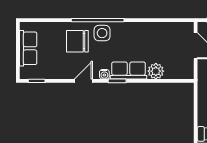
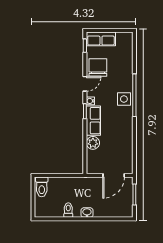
chair: (77, 41) -> (98, 67), moved
row of seats: (28, 48) -> (101, 39), moved
door: (83, 81) -> (85, 84), hinge flipped

